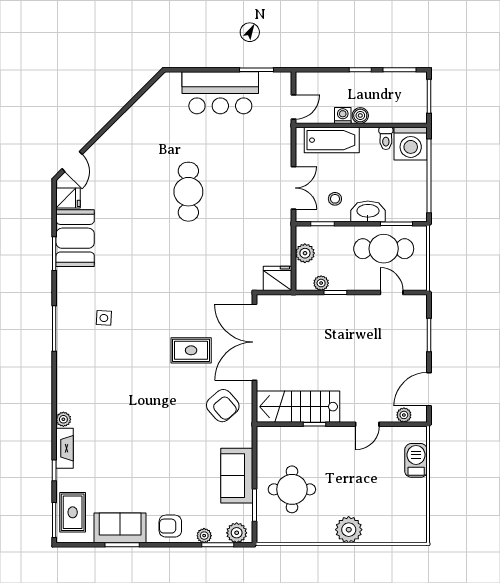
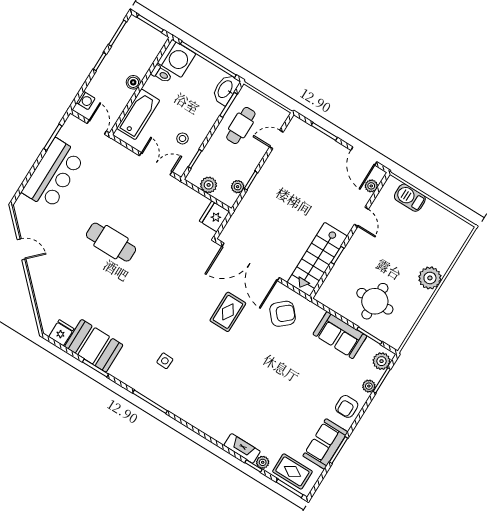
washing machine: (343, 115) -> (86, 100), moved, turned 180
door: (72, 162) -> (21, 249), moved
washbasin: (368, 211) -> (226, 89), moved
cafe table: (384, 249) -> (241, 125), width x0.73, depth x0.74
plant: (63, 419) -> (263, 462), moved

